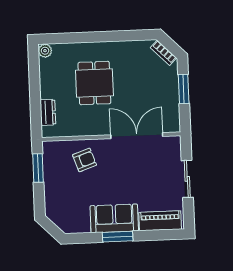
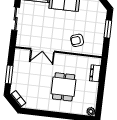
double door: (137, 136) -> (43, 50), width x0.73
window: (38, 168) -> (108, 29), moved

